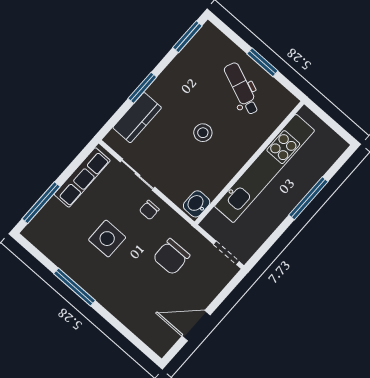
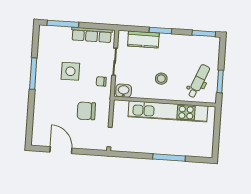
wall: (249, 163) -> (165, 101), moved
kitchen unit: (265, 168) -> (168, 111), moved
washbasin: (197, 204) -> (124, 91), moved

